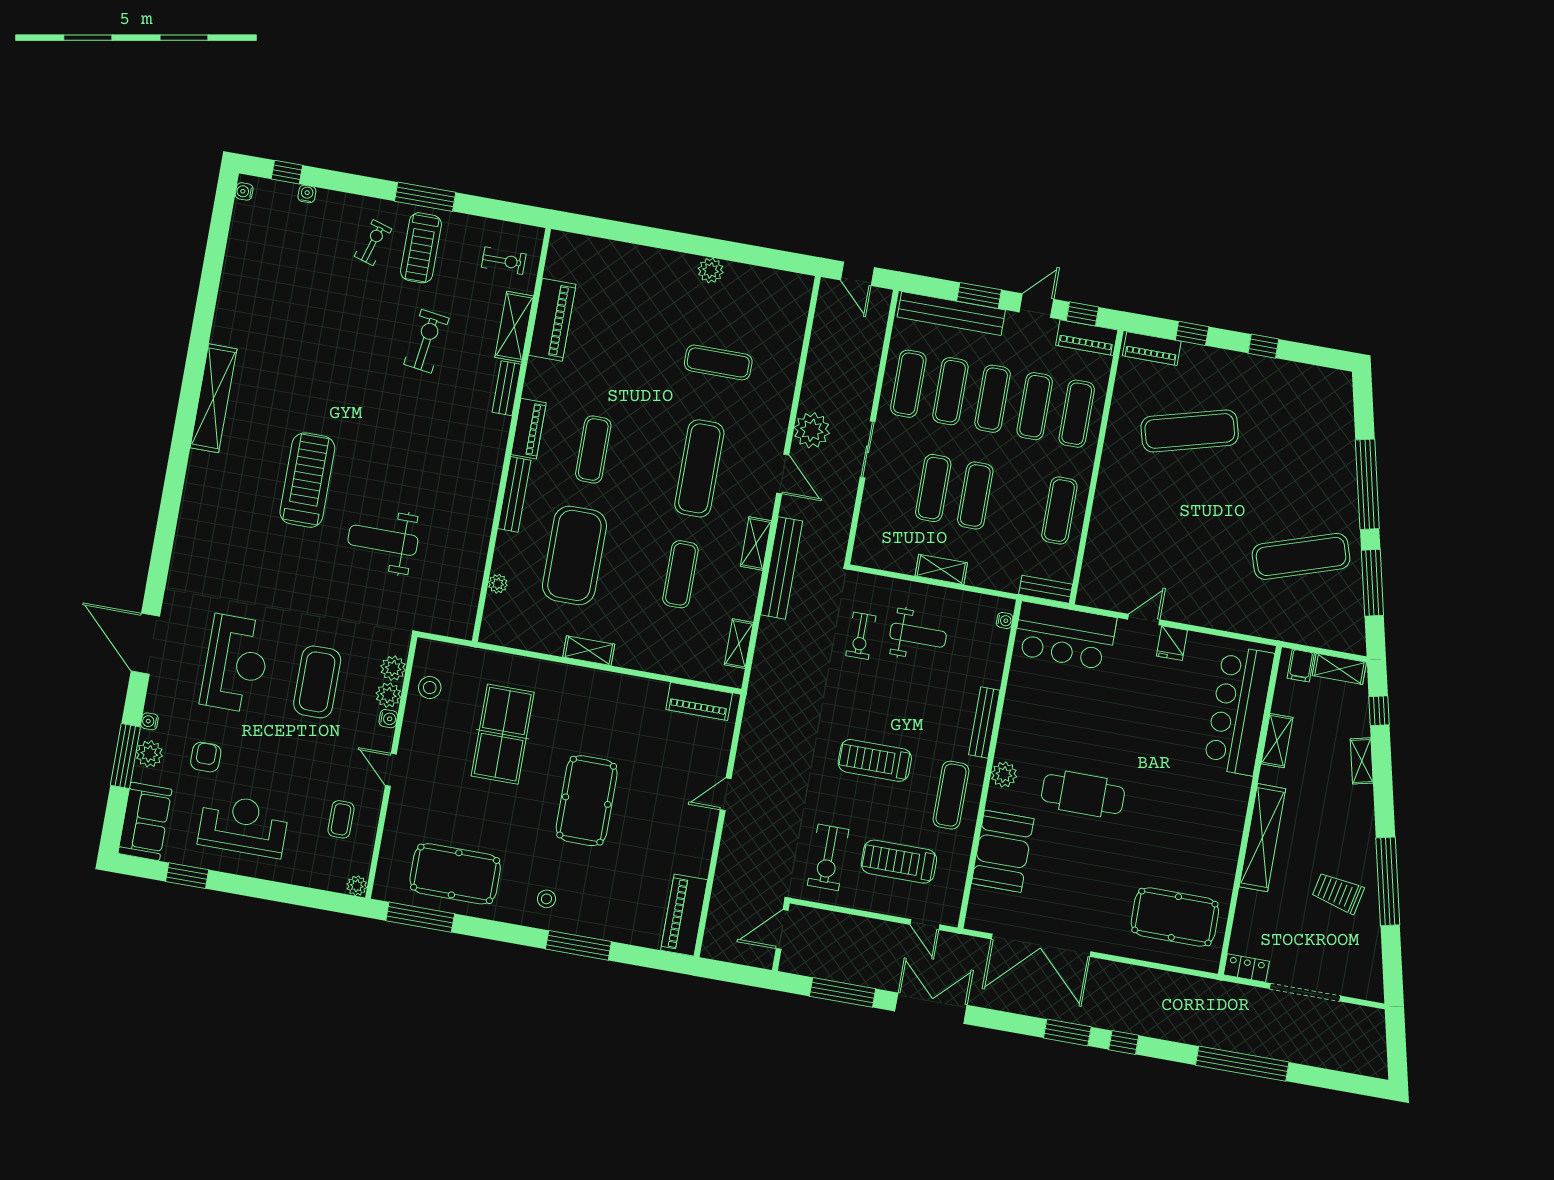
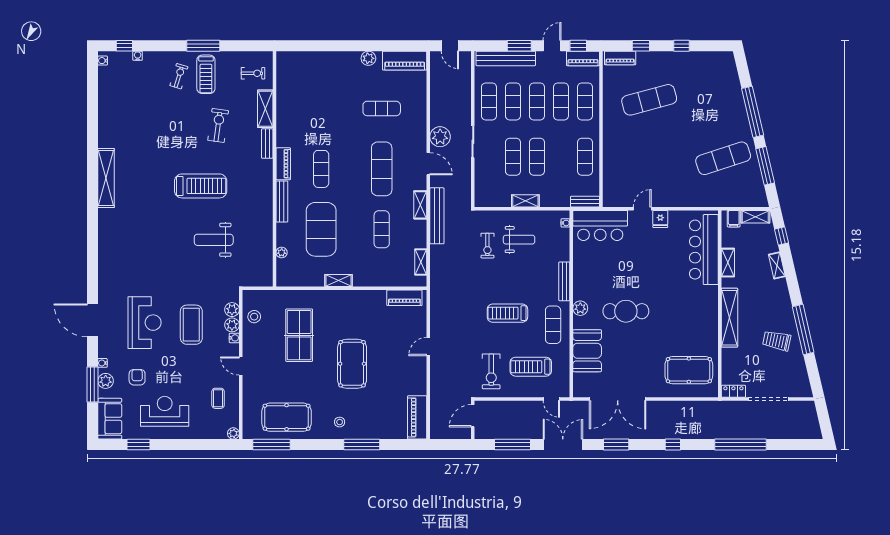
piano: (552, 320) -> (405, 61), moved, turned 90
treadmill: (307, 480) -> (201, 186), moved, turned 90
window: (1067, 1032) -> (616, 445), moved

